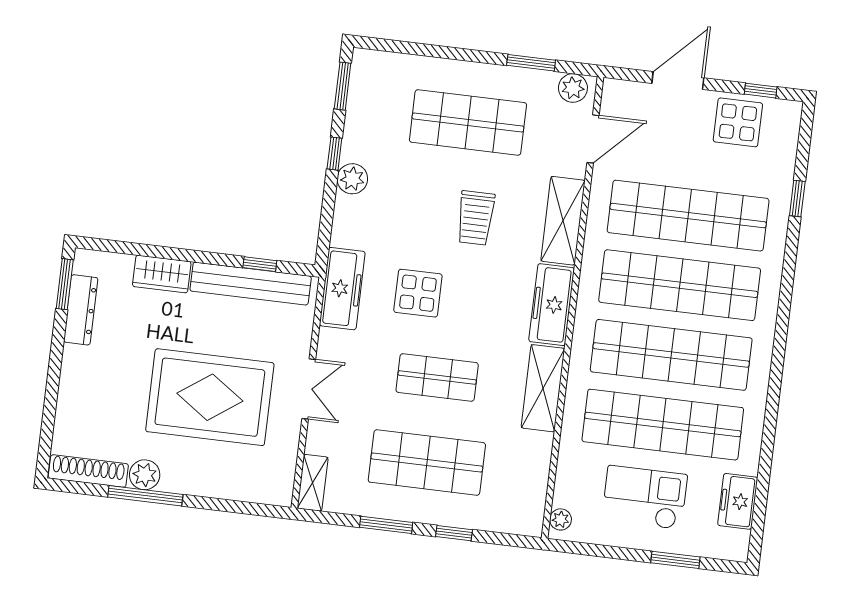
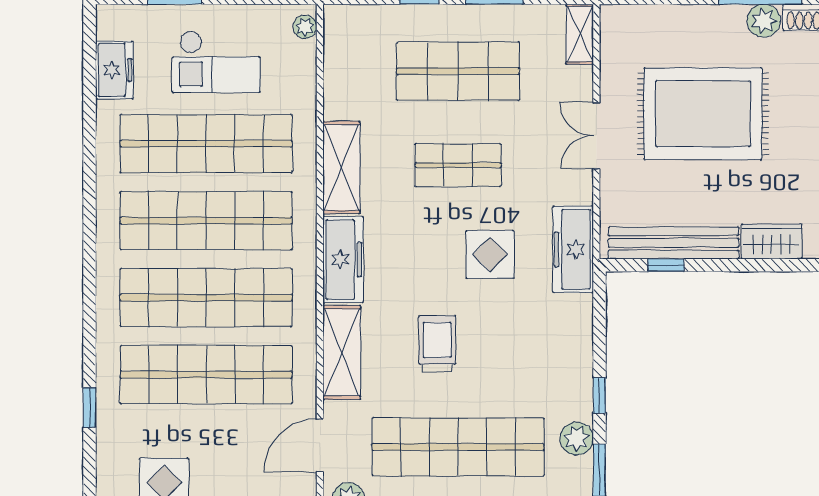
shop shelf: (468, 122) -> (458, 447), width x1.40
plant: (352, 179) -> (577, 439), moved

